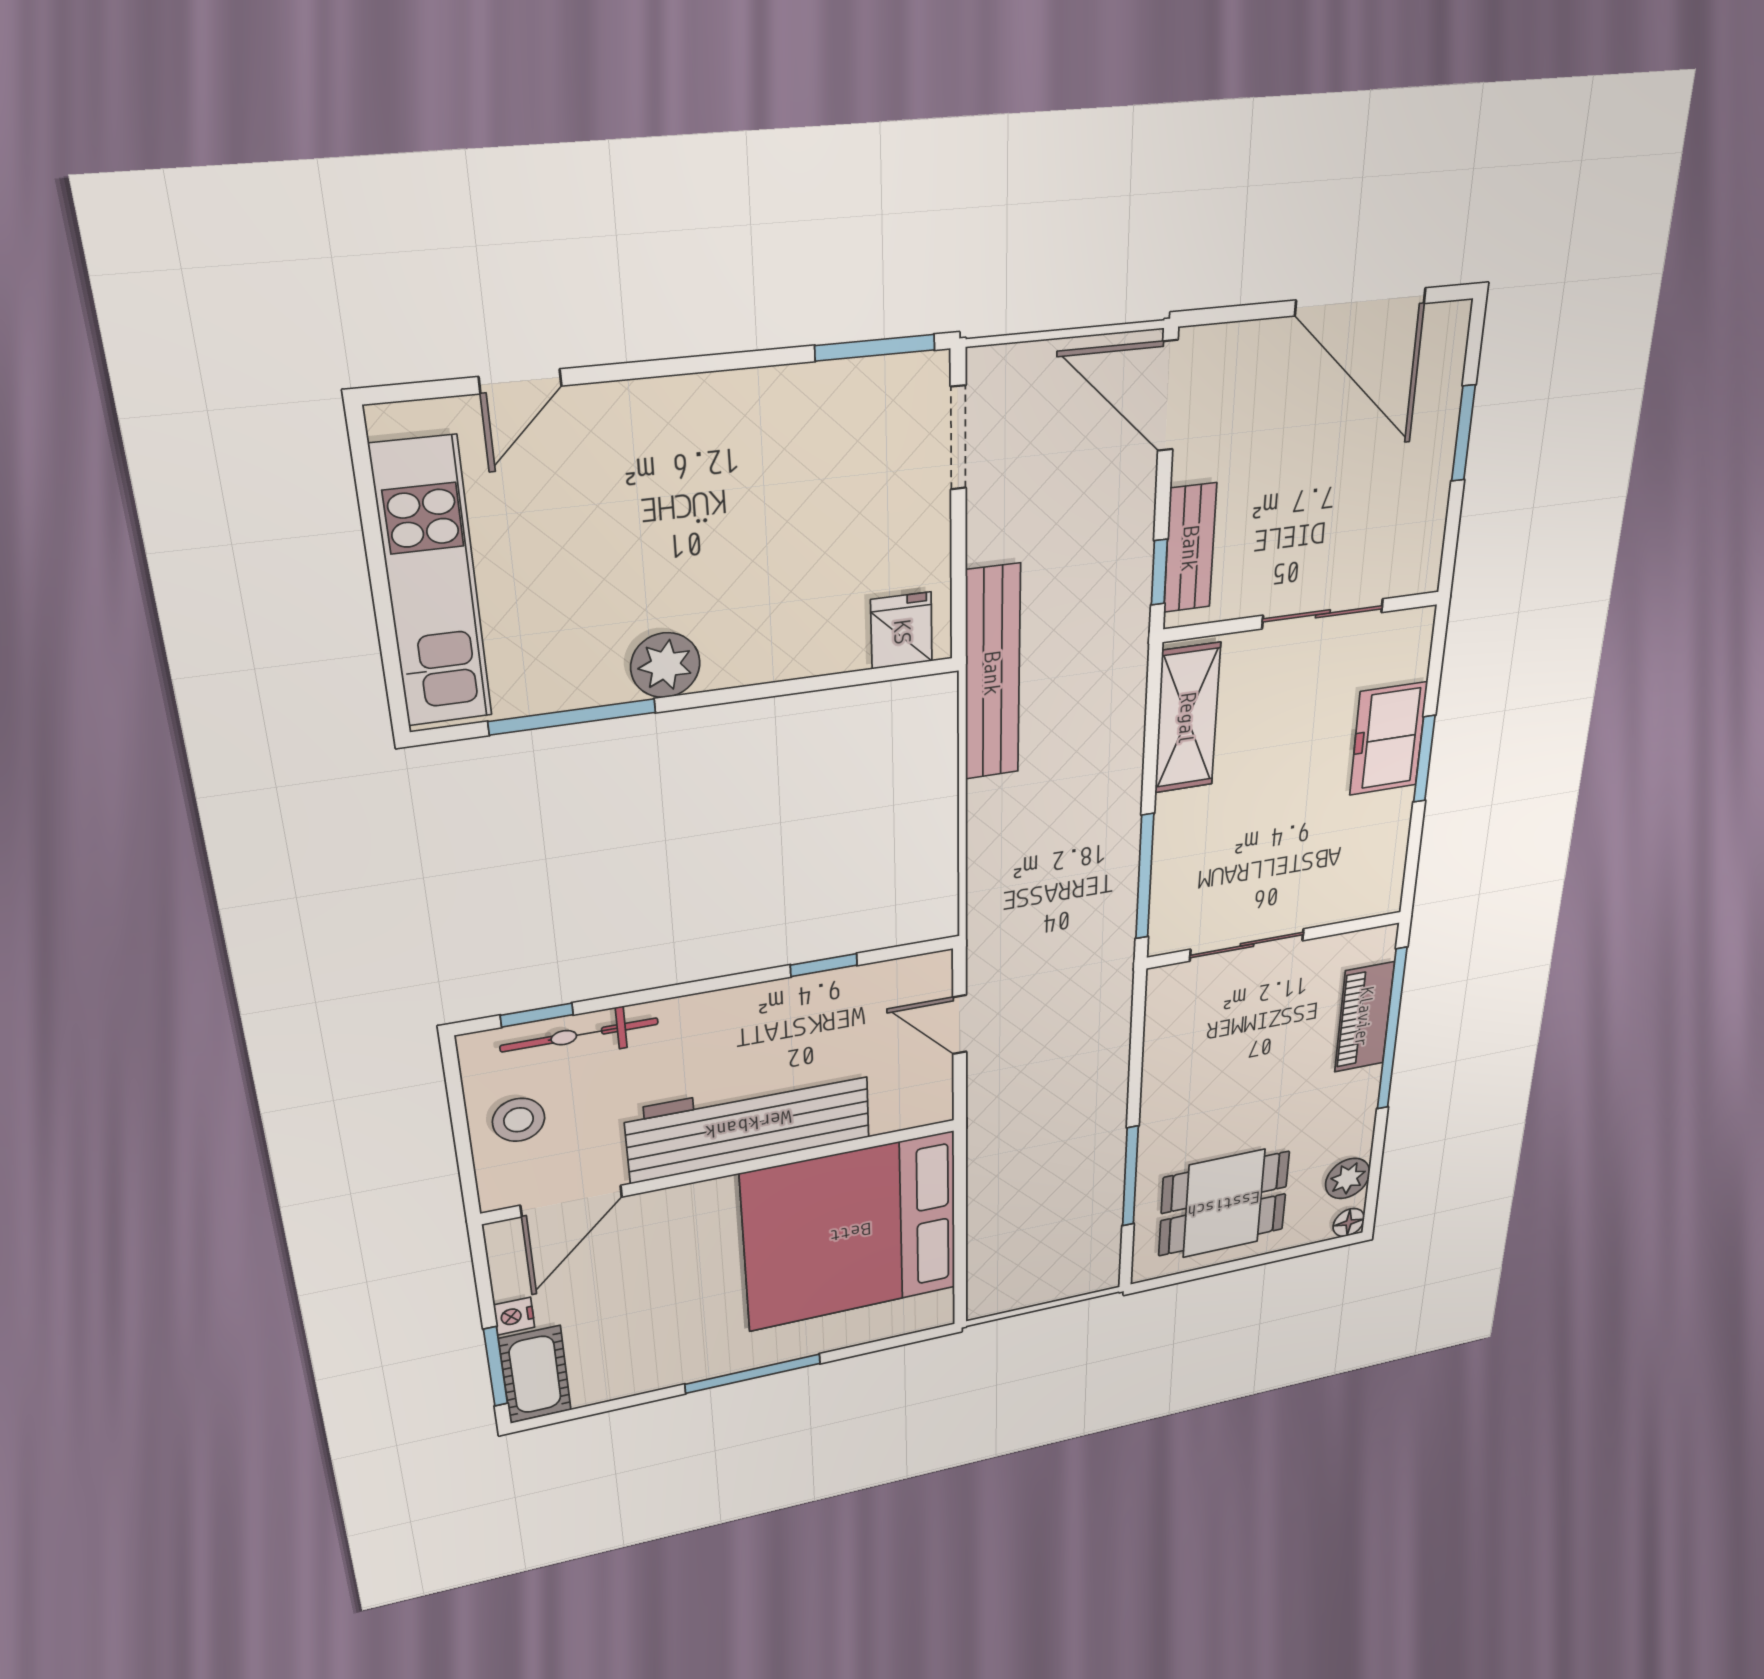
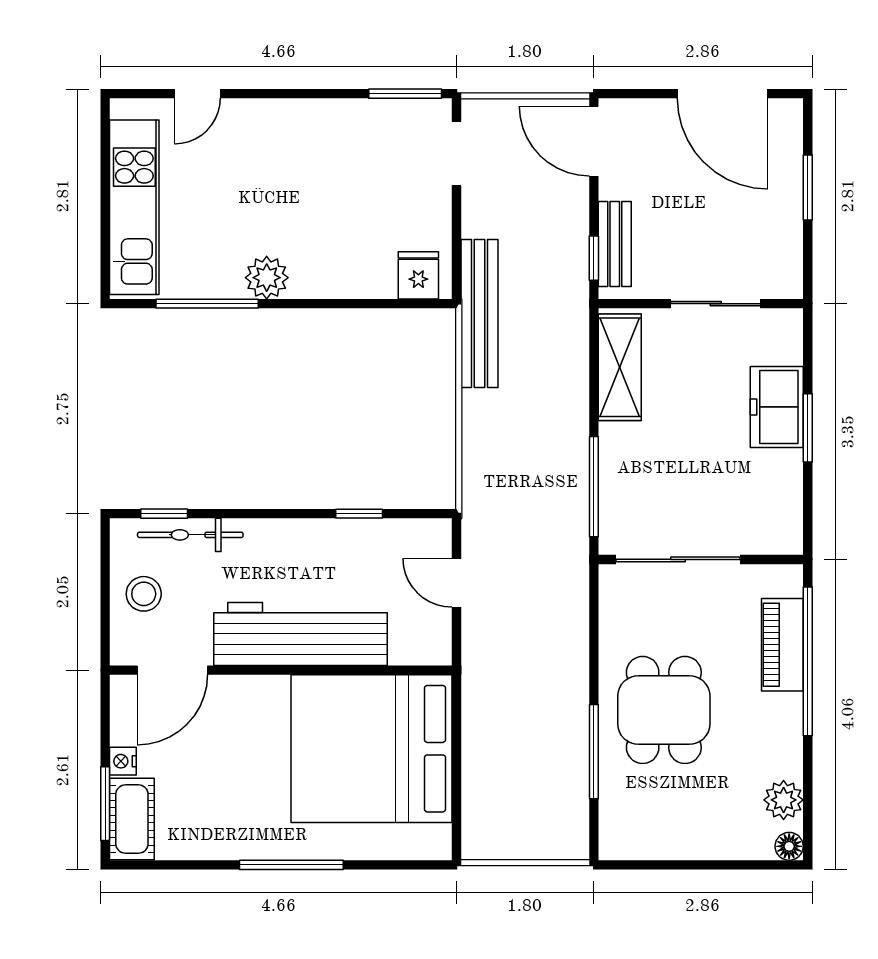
sliding door: (1247, 945) -> (678, 559), width x1.37
dining table: (1224, 1204) -> (664, 710), moved, turned 90

